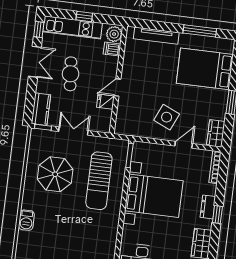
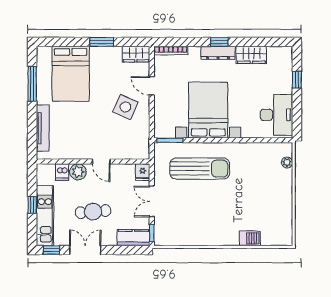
plant: (114, 34) -> (78, 172), moved
fridge: (105, 102) -> (143, 172), moved
parasol: (55, 174) -> (199, 215), removed
dresser: (208, 207) -> (218, 53), width x1.44

